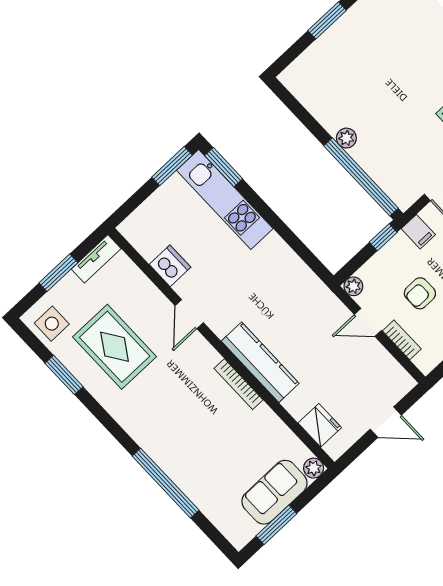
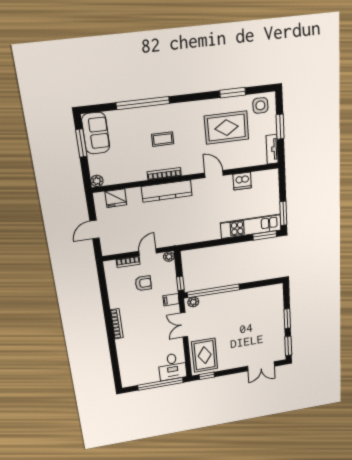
plant: (346, 138) -> (193, 302), moved
armchair: (420, 293) -> (143, 283), turned 90
coffee table: (193, 422) -> (163, 139), added
sofa: (274, 492) -> (96, 133), moved

